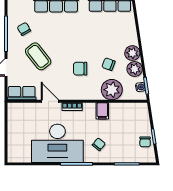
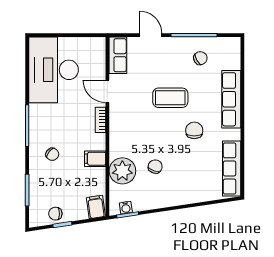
plant: (132, 53) -> (169, 197), removed
coffee table: (38, 56) -> (170, 98), moved, turned 38
chair: (80, 69) -> (194, 130), moved
plant: (135, 69) -> (149, 200), removed
door: (50, 101) -> (107, 91), swing flipped
filing cabinet: (140, 110) -> (96, 207), added
desk: (57, 143) -> (54, 70), moved

